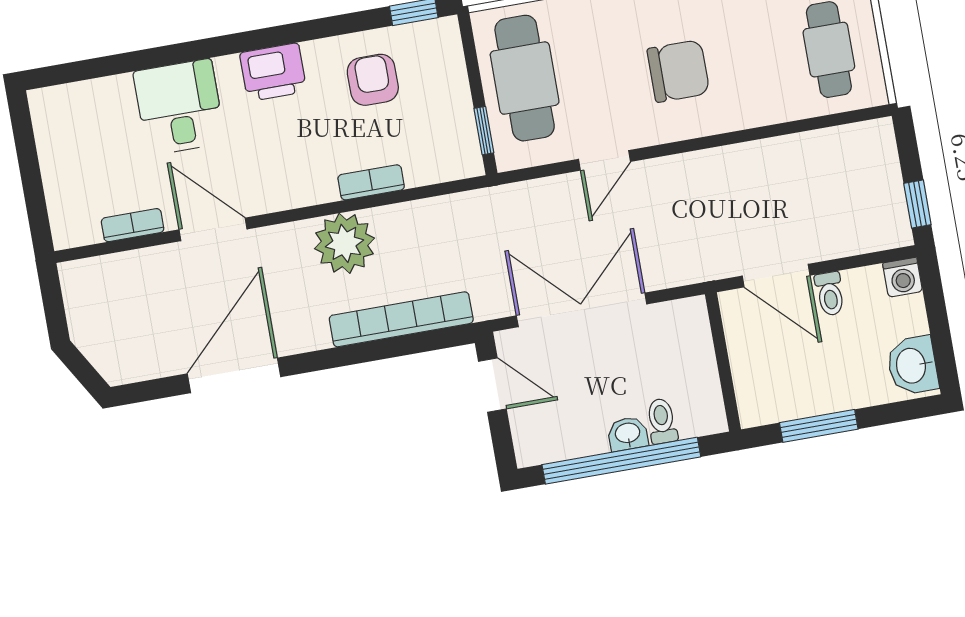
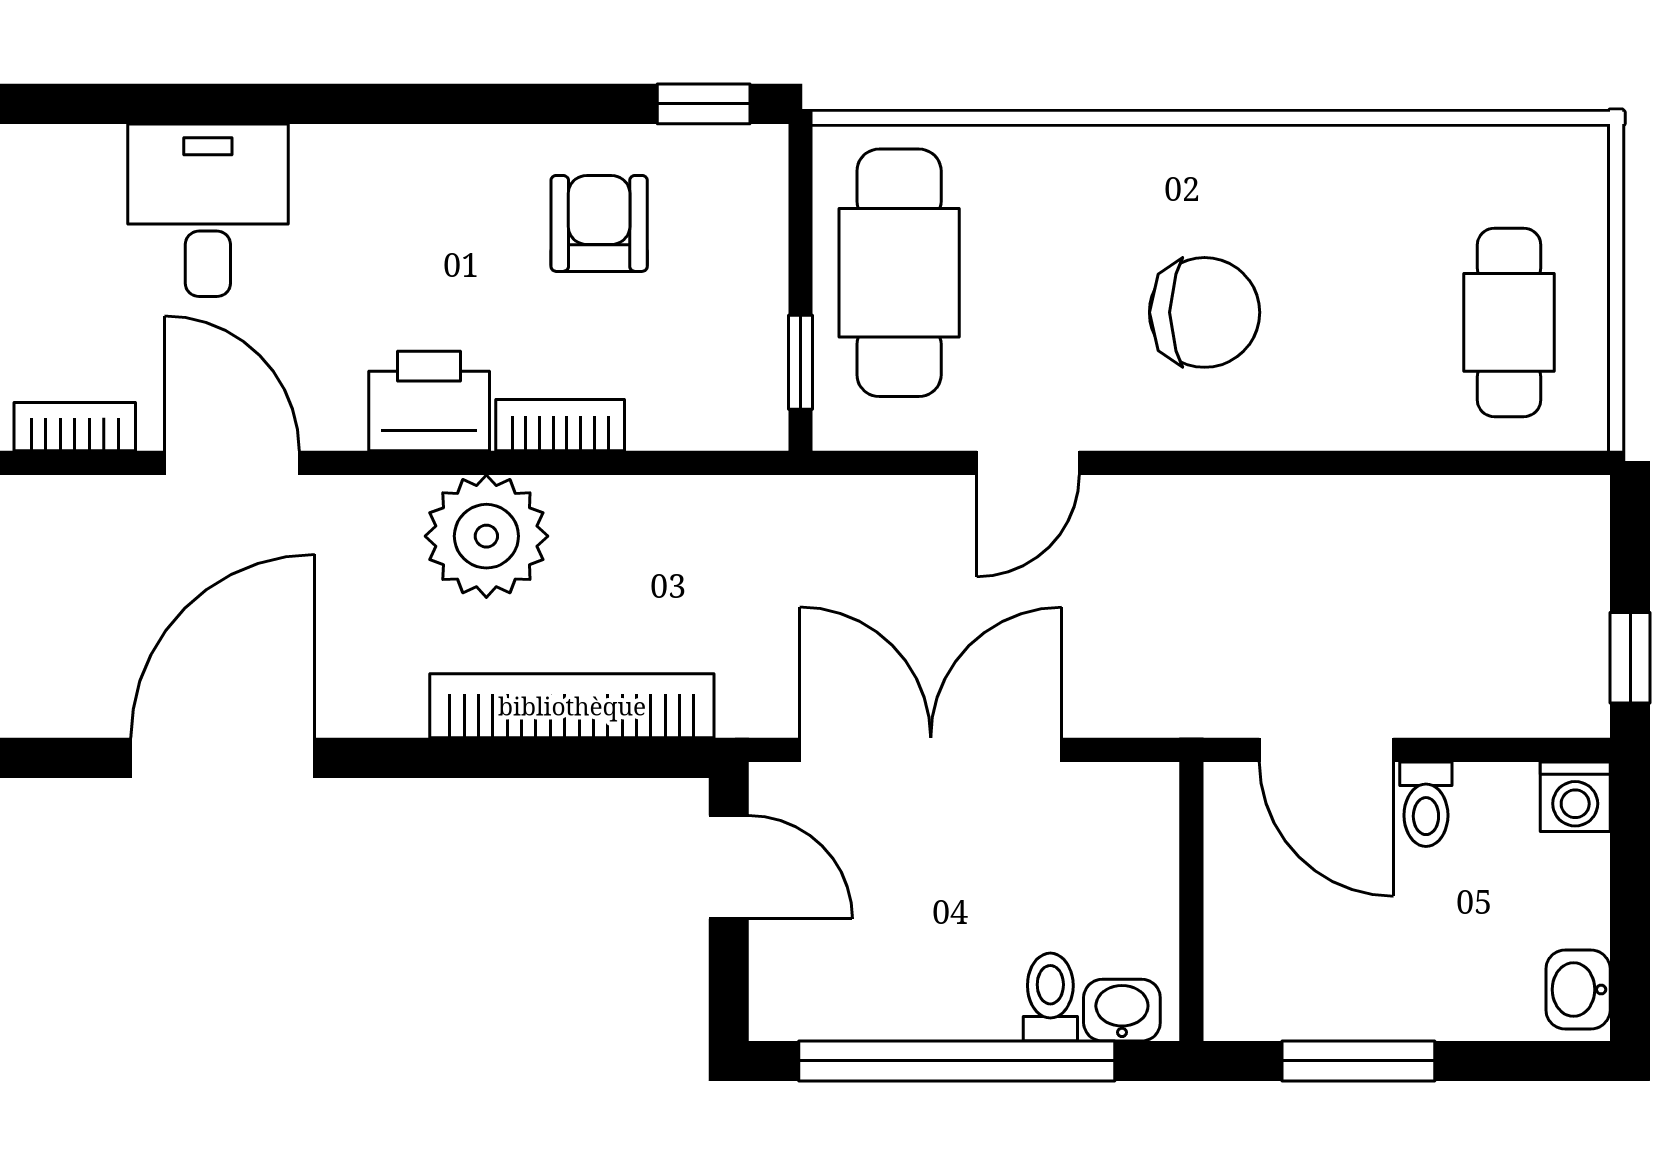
printer: (273, 72) -> (429, 401), moved, turned 180
washbasin: (912, 365) -> (1578, 990), width x0.72, depth x0.69
washbasin: (628, 434) -> (1122, 1010), moved

